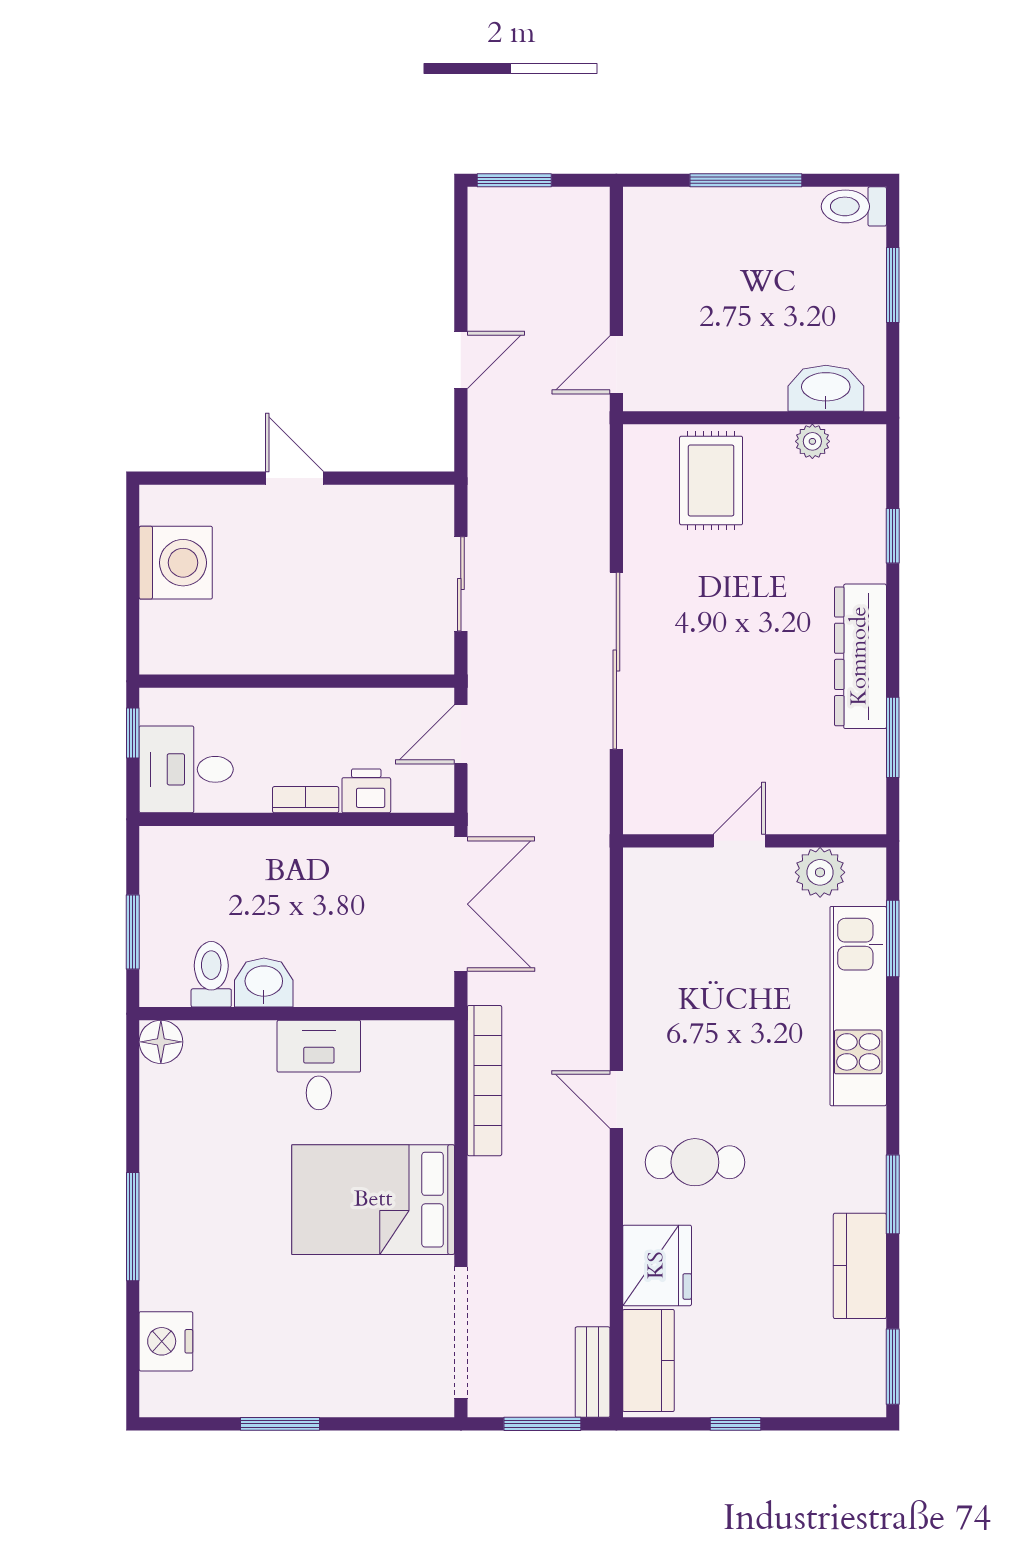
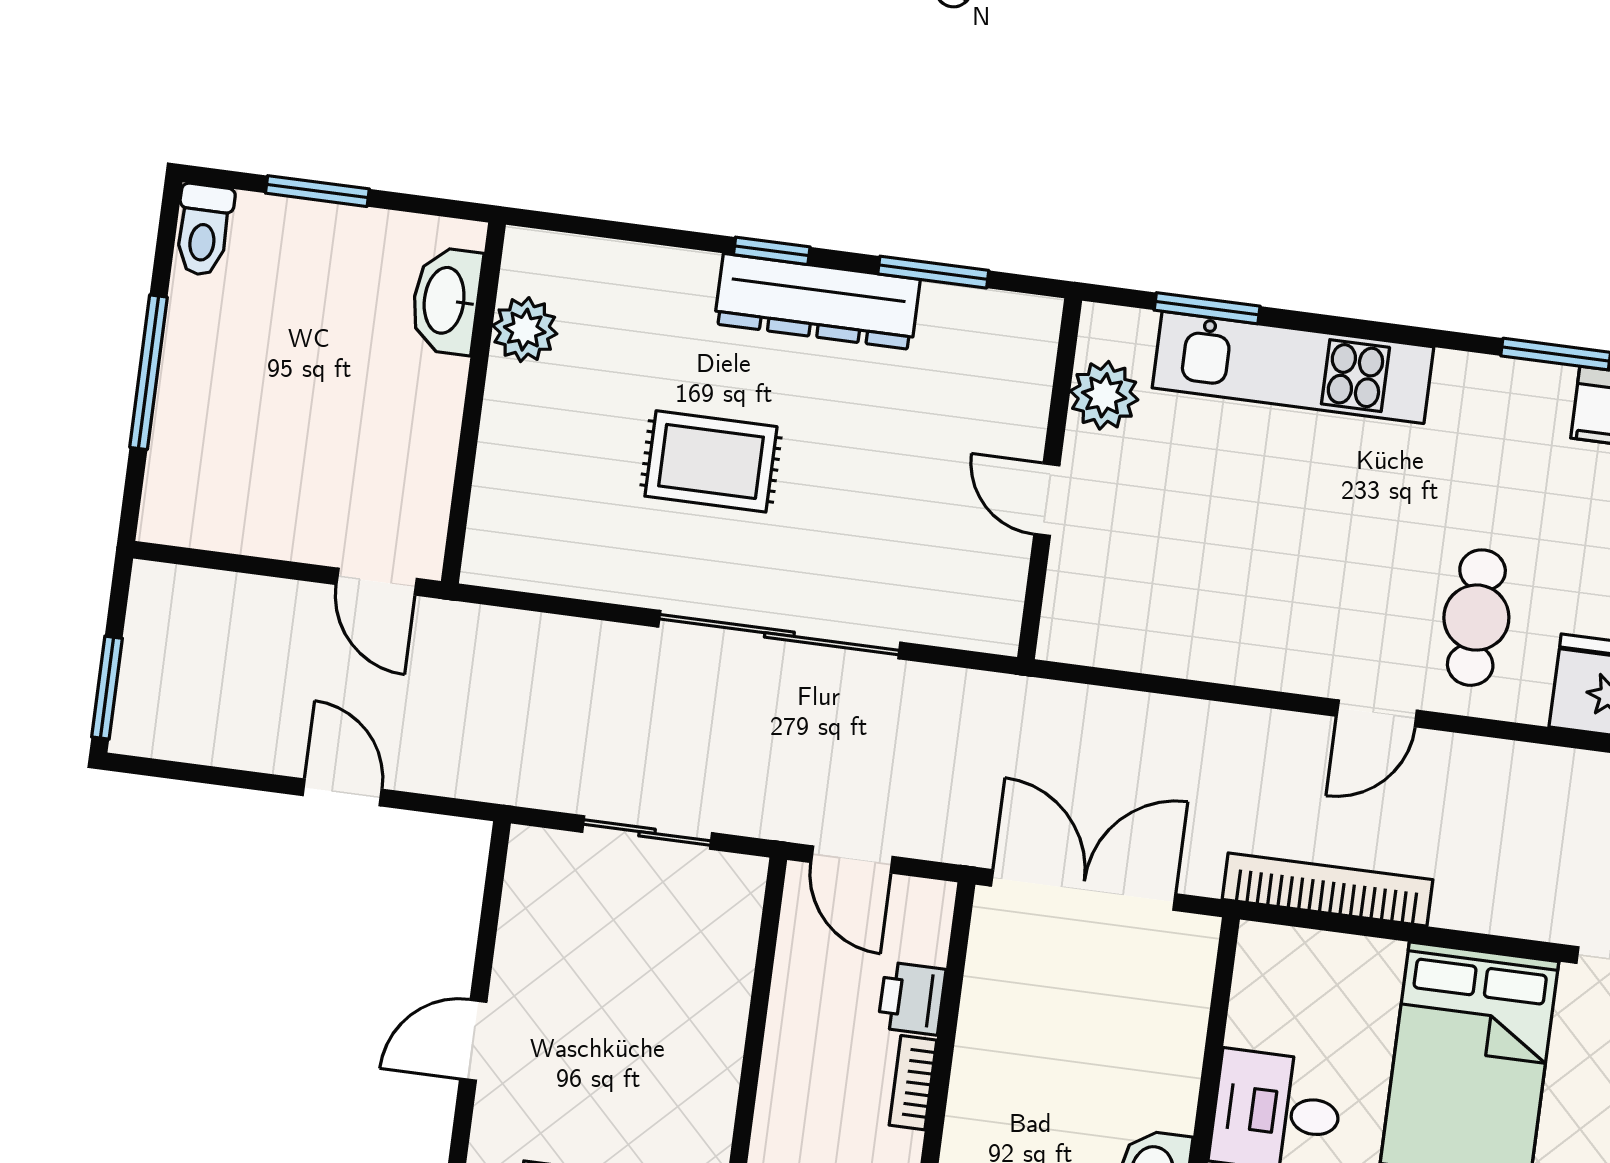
plant: (812, 441) -> (525, 330), width x1.38, depth x1.38
rug: (711, 480) -> (711, 461), moved
window: (893, 536) -> (772, 251), moved

